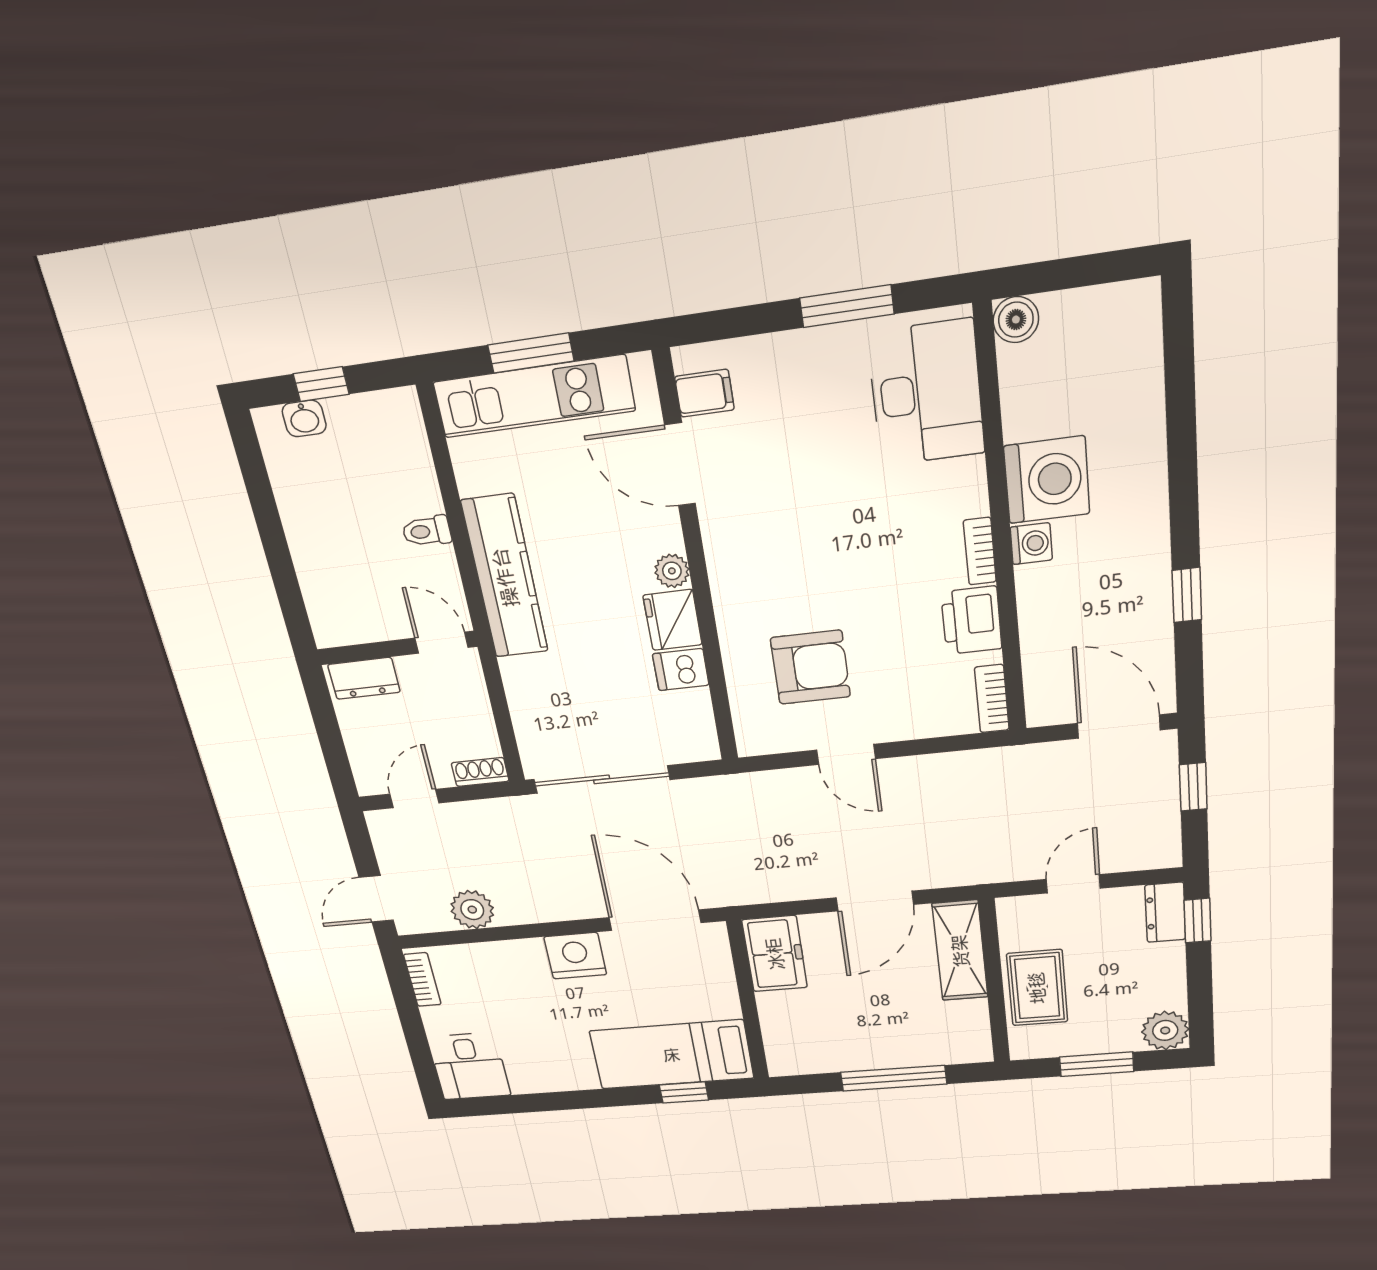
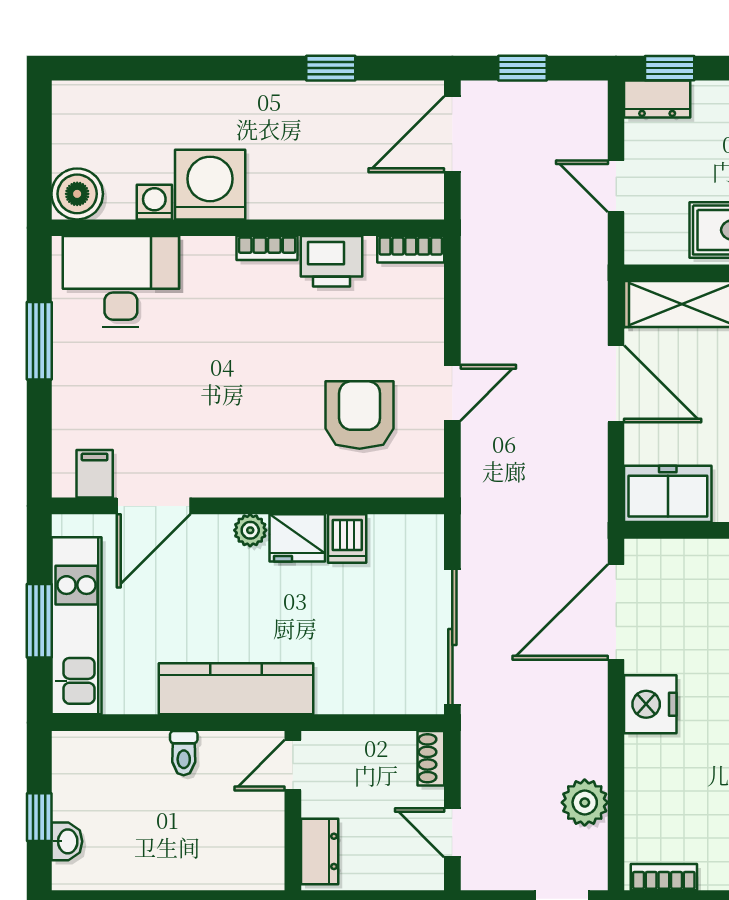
boiler: (1016, 320) -> (77, 194), width x1.36, depth x1.36
washing machine: (1031, 544) -> (154, 202), moved

